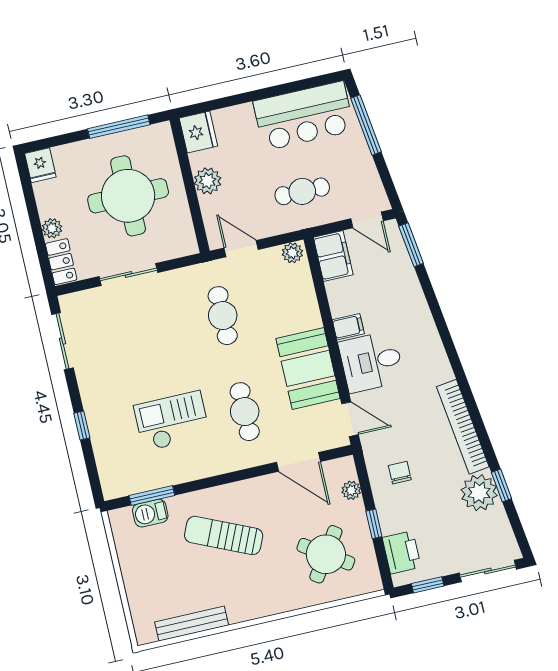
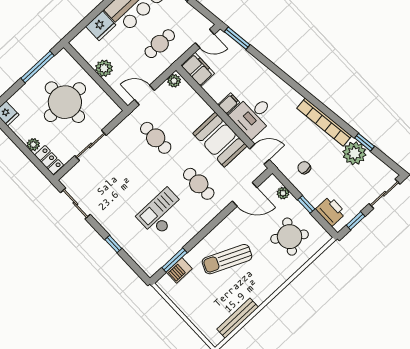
fridge: (198, 132) -> (101, 26), moved, turned 90

